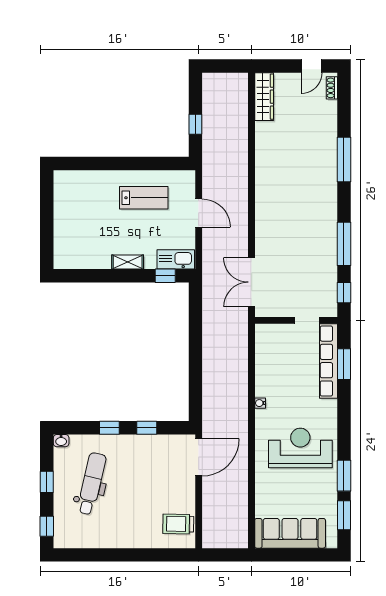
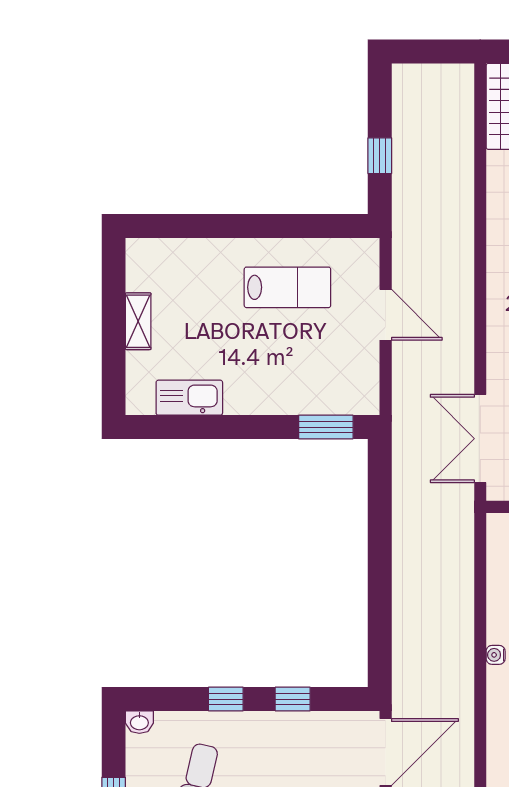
kitchen sink: (176, 259) -> (189, 398), moved
shelving: (128, 262) -> (138, 321), moved, turned 90
window: (165, 276) -> (326, 427), width x1.50

